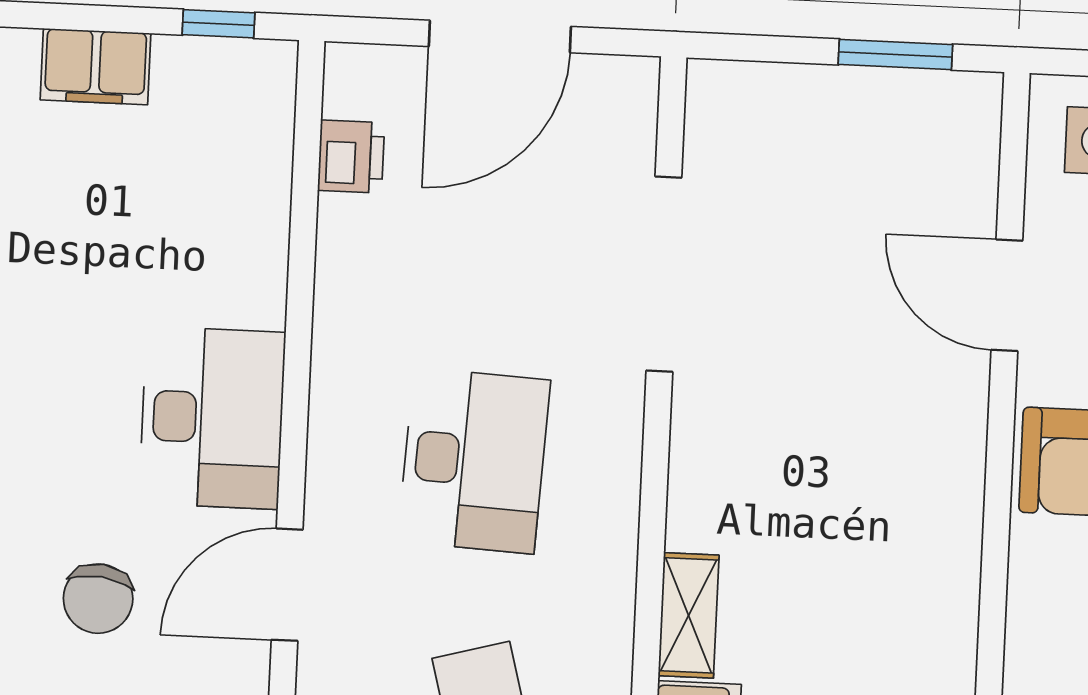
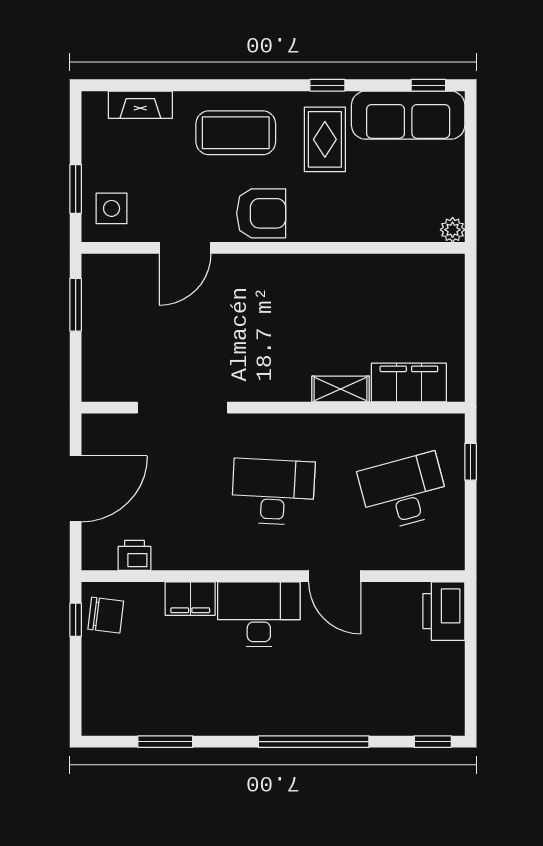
door: (500, 36) -> (76, 489), hinge flipped
filing cabinet: (96, 67) -> (190, 599), moved, turned 90
chair: (98, 599) -> (106, 615), moved

